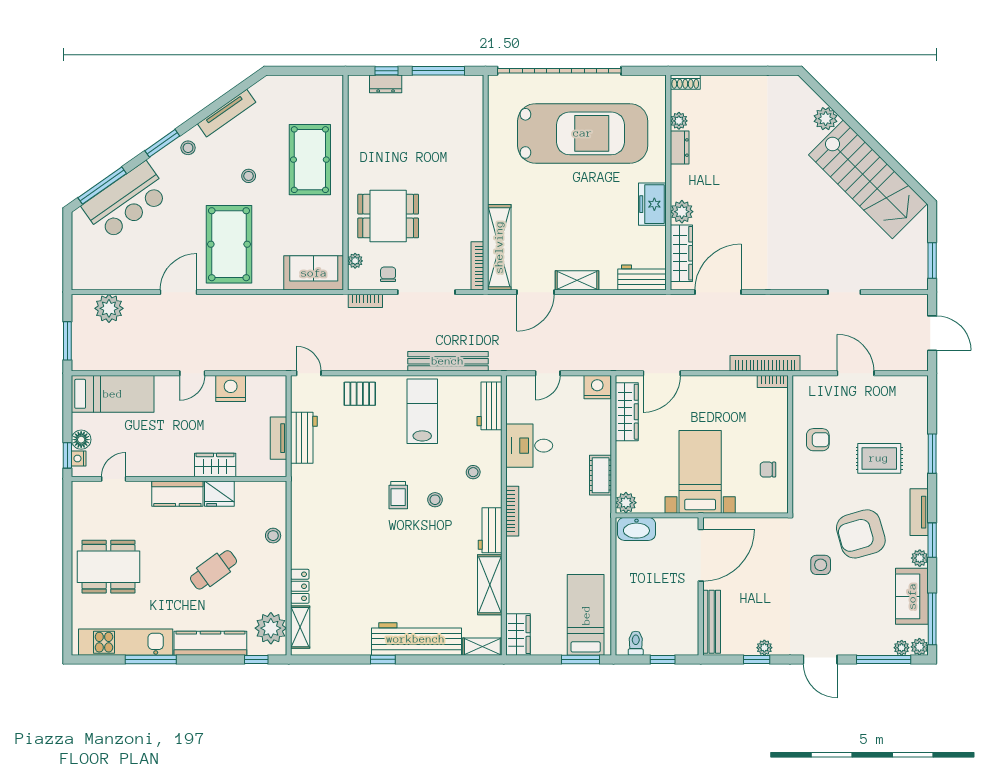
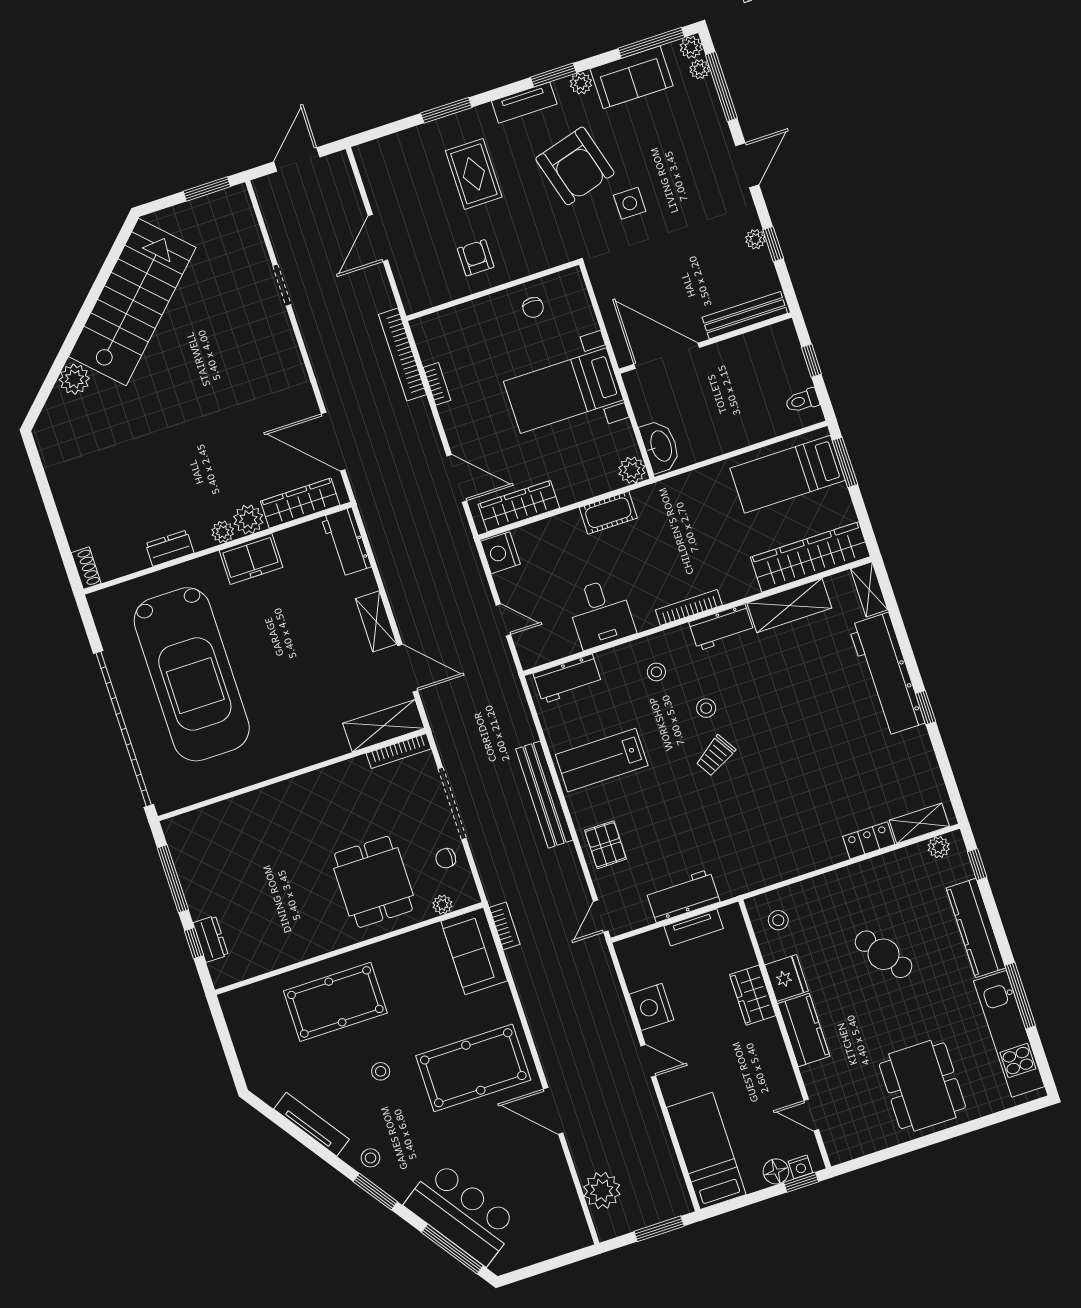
plant: (679, 121) -> (223, 532), moved
car: (583, 133) -> (192, 674), turned 180
shelving: (499, 247) -> (384, 726), width x0.68
bookcase: (365, 301) -> (505, 926), moved
bench: (448, 361) -> (544, 795), moved
bookcase: (773, 381) -> (437, 384), moved
trolley: (398, 495) -> (716, 756), turned 148
stool: (273, 536) -> (778, 920), moved
plant: (271, 628) -> (939, 847), width x0.53, depth x0.53
wardrobe: (518, 635) -> (810, 557), width x2.10, depth x1.17

